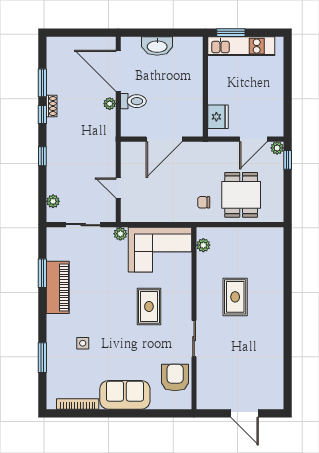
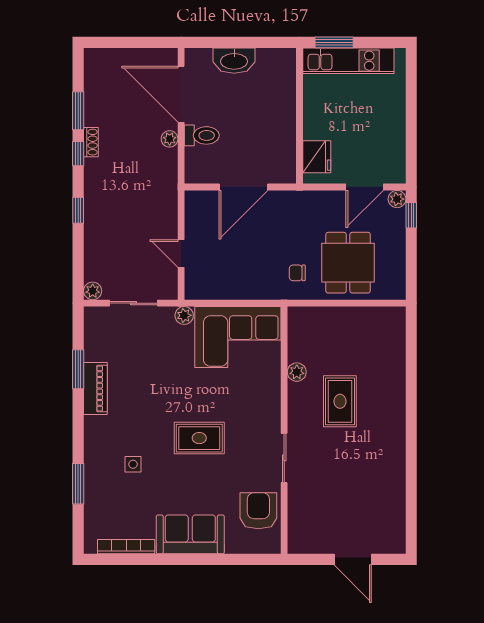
plant: (53, 201) -> (93, 291), moved
plant: (203, 245) -> (297, 372), moved
piano: (58, 287) -> (95, 388), width x0.73, depth x0.75
rug: (149, 307) -> (199, 438), moved, turned 90

